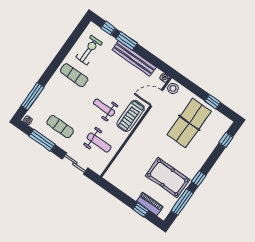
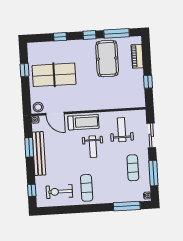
window: (127, 41) -> (29, 147), moved
window: (226, 140) -> (60, 37), moved
window: (141, 210) -> (148, 82), moved

